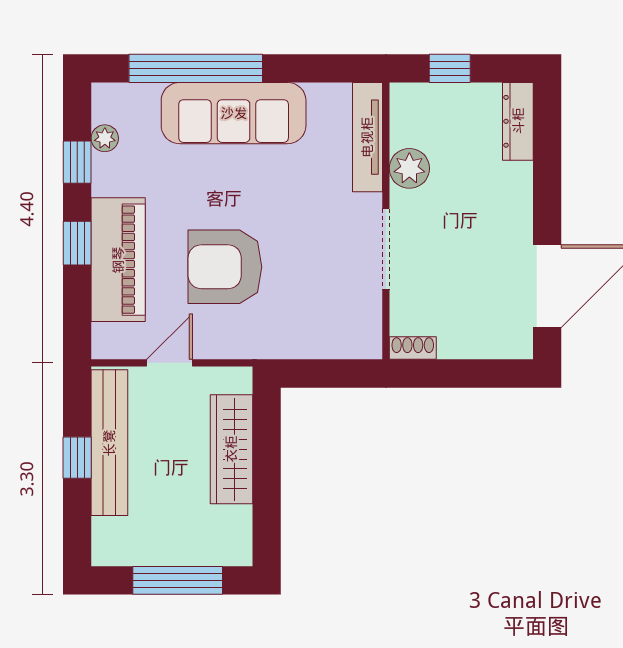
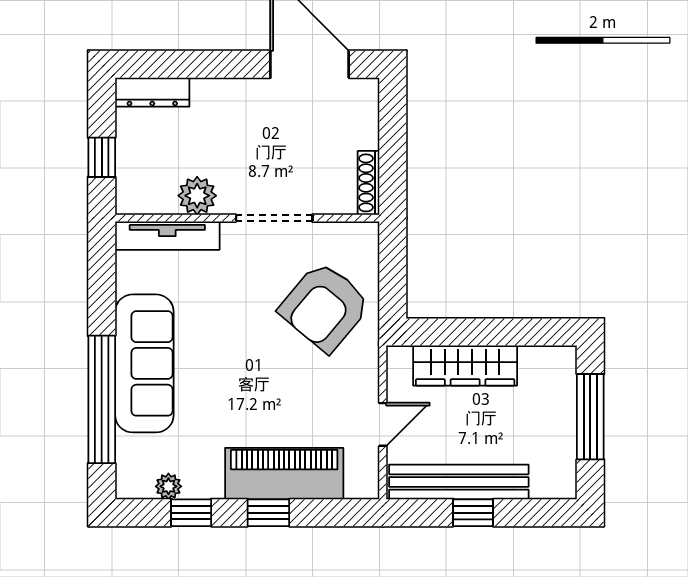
armchair: (225, 267) -> (325, 307), moved, turned 40
shoe rack: (413, 348) -> (369, 183), width x1.43
door: (170, 363) -> (383, 424), swing flipped

